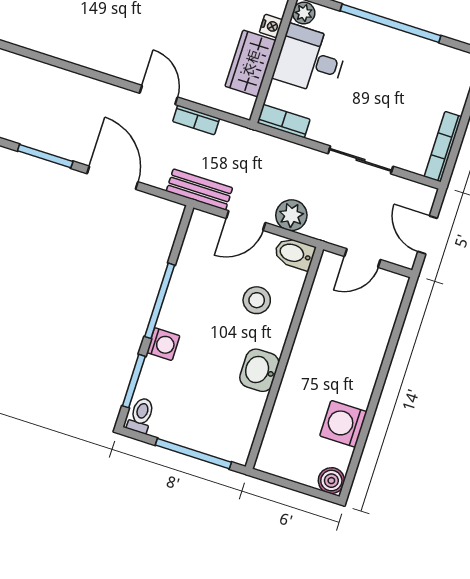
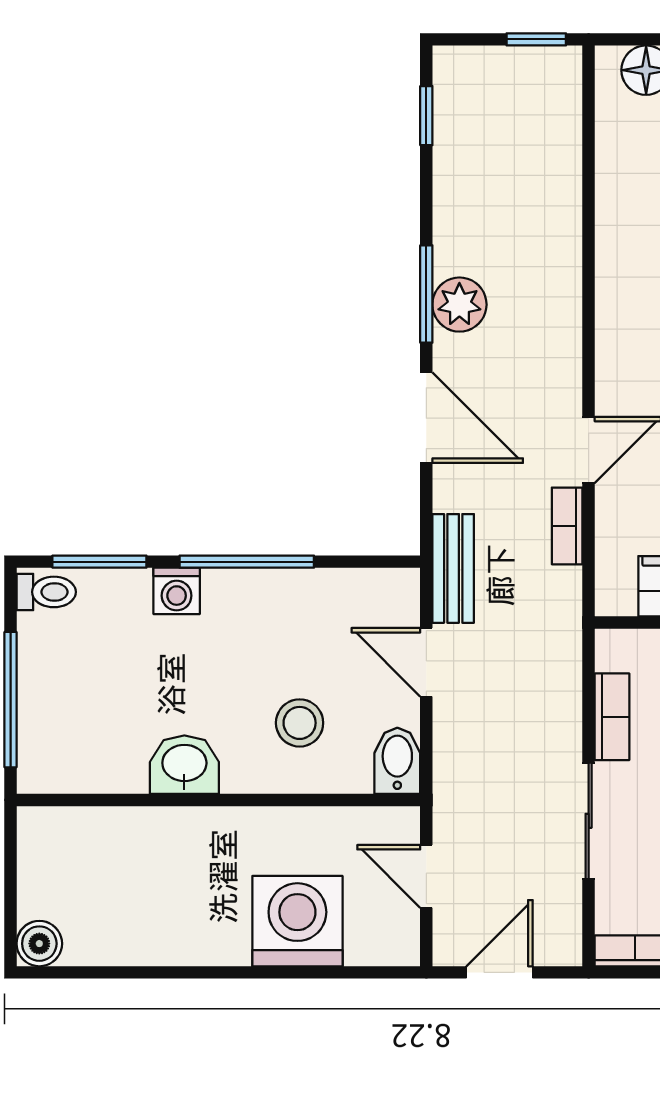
bookcase: (284, 121) -> (612, 717), moved
door: (113, 178) -> (426, 418), hinge flipped
plant: (291, 215) -> (459, 305), moved
washing machine: (343, 424) -> (297, 921), moved, width x1.37, depth x1.37

